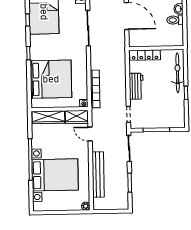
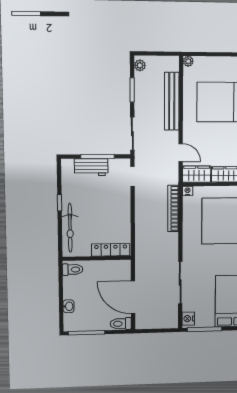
toilet: (175, 20) -> (73, 270), moved
workbench: (136, 86) -> (91, 167), moved, turned -90
plant: (124, 202) -> (140, 65), added

